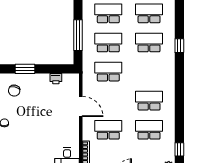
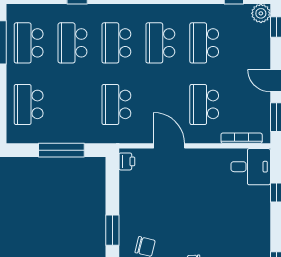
school desk: (108, 43) -> (116, 43), moved
printer: (56, 79) -> (127, 161), moved
door: (81, 107) -> (169, 146), hinge flipped

